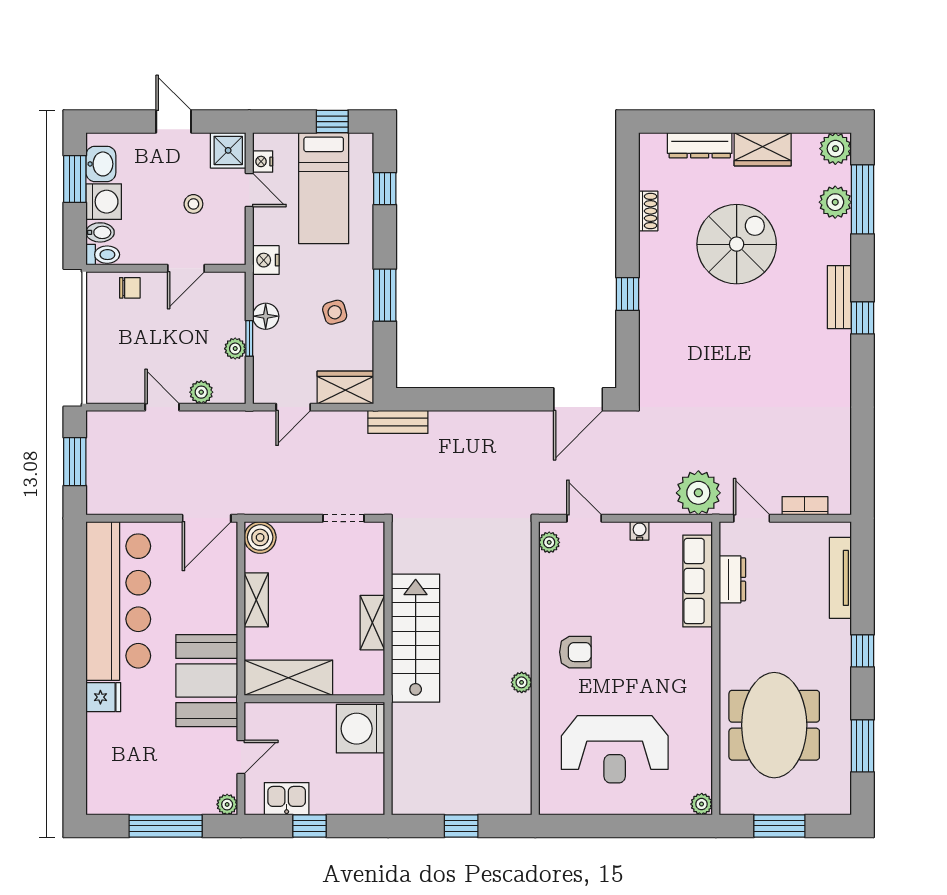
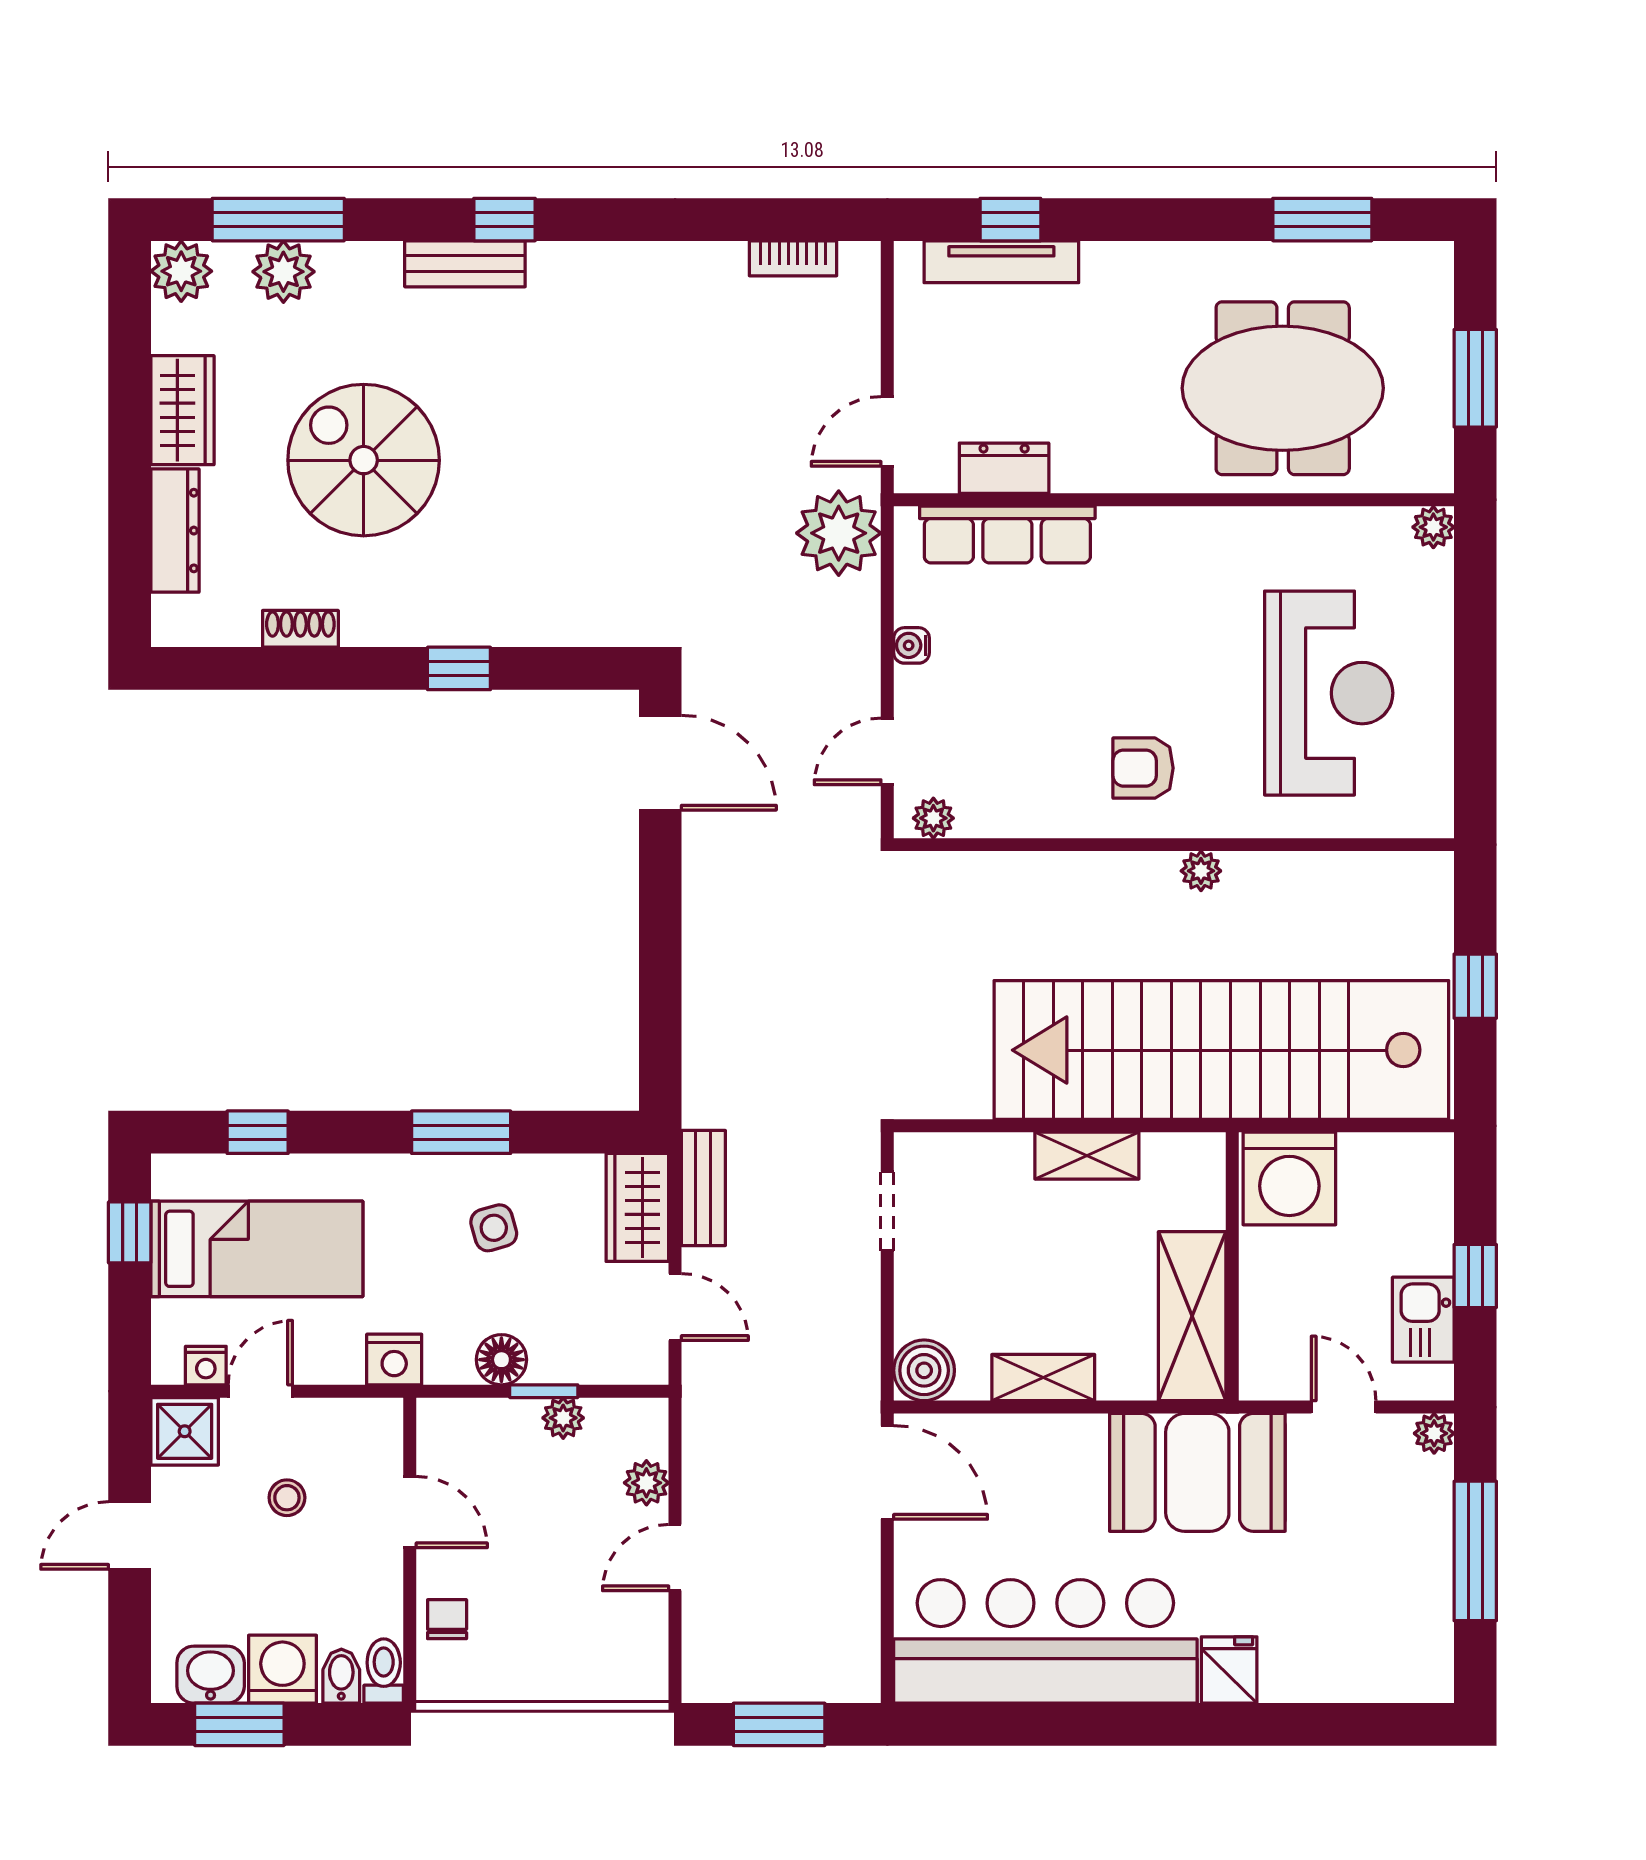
bench: (398, 422) -> (703, 1188), moved
bookcase: (805, 506) -> (793, 258), moved, turned -90
stairs: (416, 638) -> (1221, 1050), width x1.86, depth x1.51
window: (862, 651) -> (1010, 220), moved
armchair: (575, 652) -> (1143, 768), turned -90

